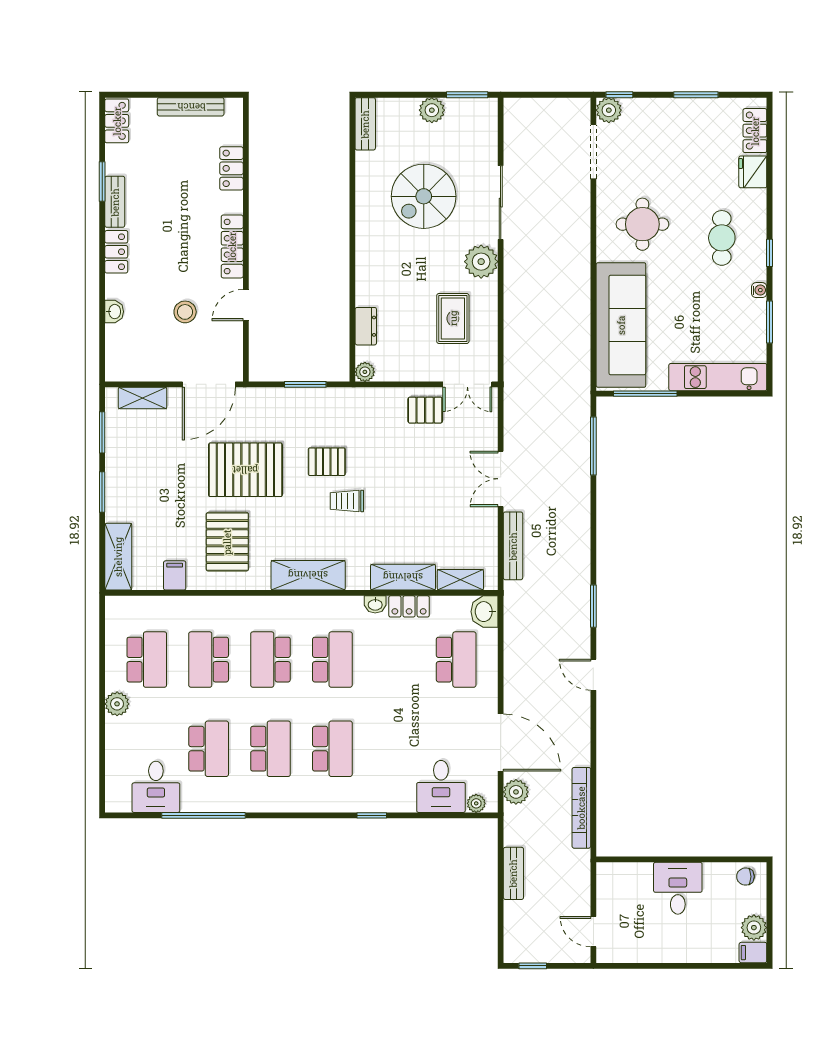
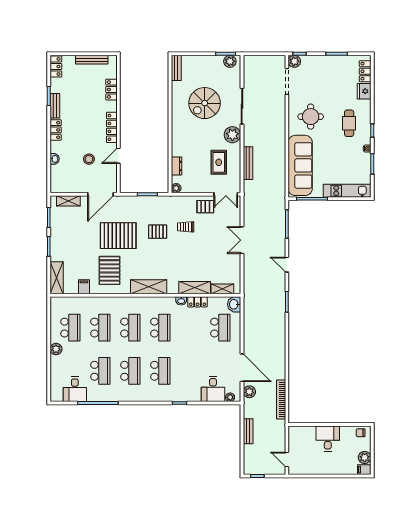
plant: (432, 110) -> (230, 61), moved
trolley: (347, 501) -> (186, 227), moved
bench: (513, 546) -> (248, 163), moved
school desk: (209, 660) -> (100, 328), turned 180
school desk: (270, 660) -> (130, 328), turned 180
door: (593, 675) -> (287, 265), moved

